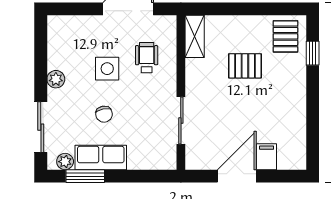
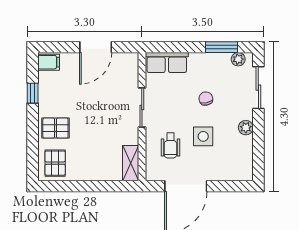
window: (313, 53) -> (33, 93), moved
pallet: (245, 66) -> (55, 128), moved
sliding door: (181, 120) -> (142, 107), moved
filing cabinet: (267, 157) -> (49, 62), moved, turned -90
row of seats: (101, 158) -> (167, 63), moved

